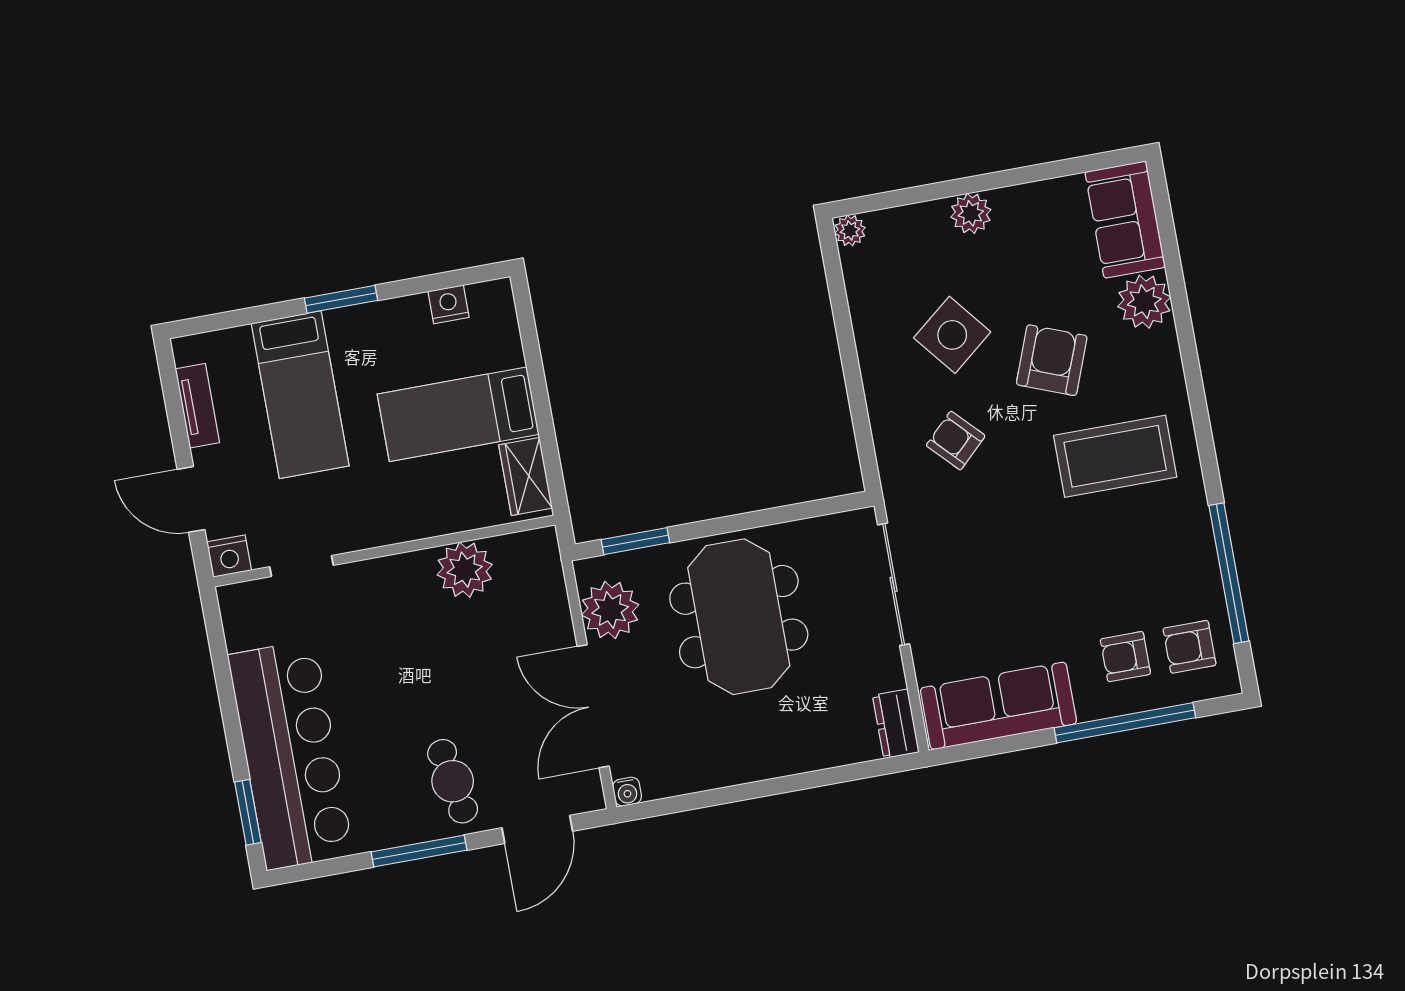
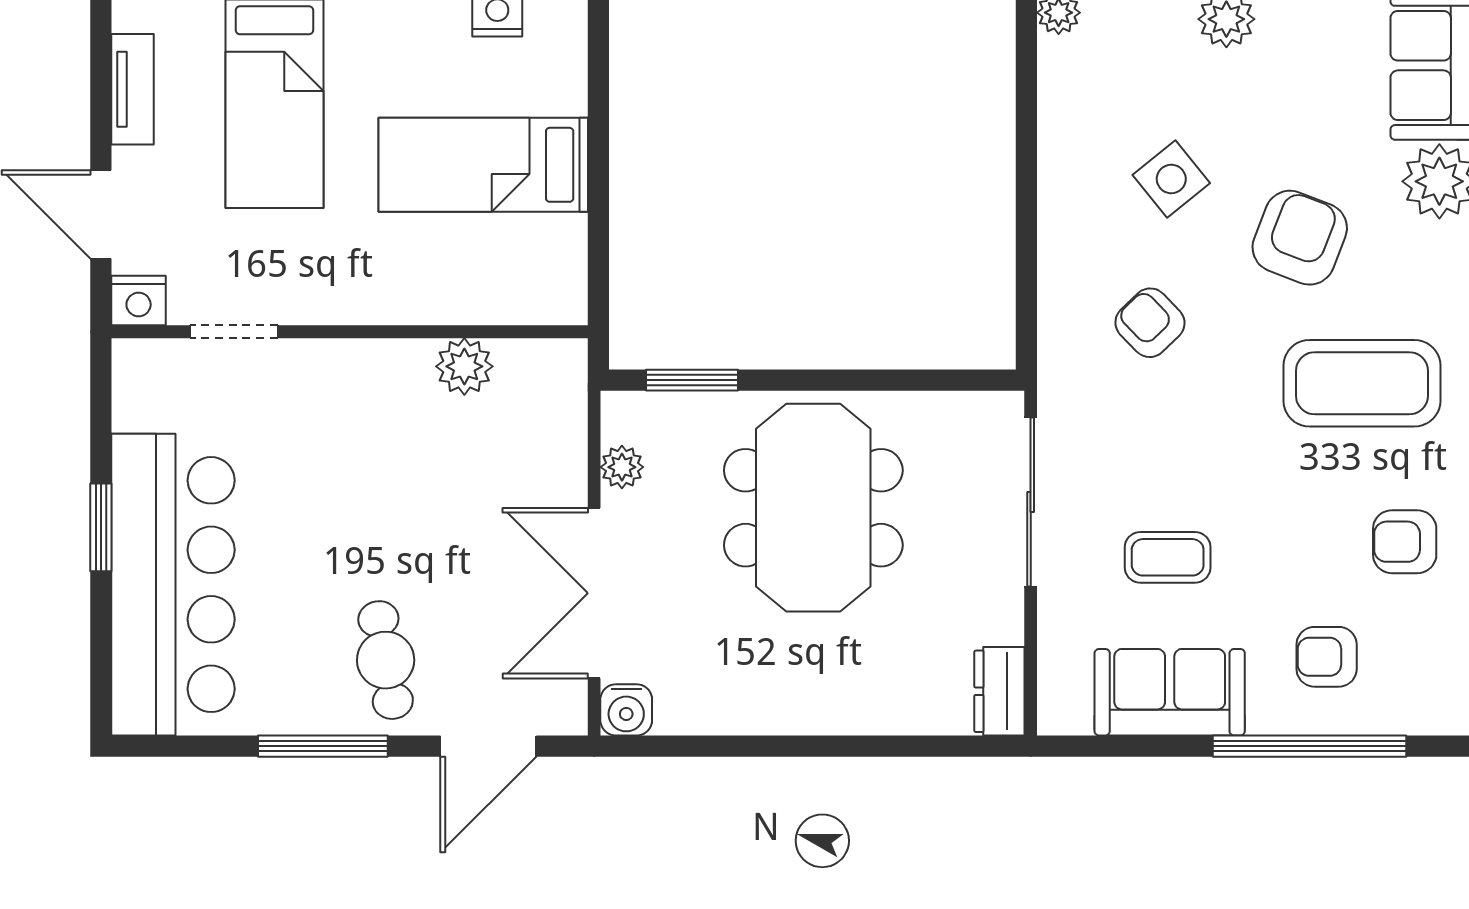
side table: (952, 335) -> (1171, 179), width x0.73, depth x0.73
wardrobe: (526, 476) -> (559, 266), removed
plant: (465, 570) -> (464, 366), width x0.73, depth x0.73
coffee table: (999, 606) -> (1168, 557), added
plant: (610, 610) -> (622, 467), width x0.53, depth x0.53
armchair: (1189, 647) -> (1405, 542), moved
sofa: (998, 706) -> (1170, 692), width x0.73
water cooler: (627, 792) -> (626, 710), width x1.38, depth x1.38
window: (248, 812) -> (101, 527), moved

